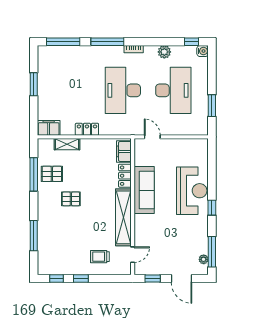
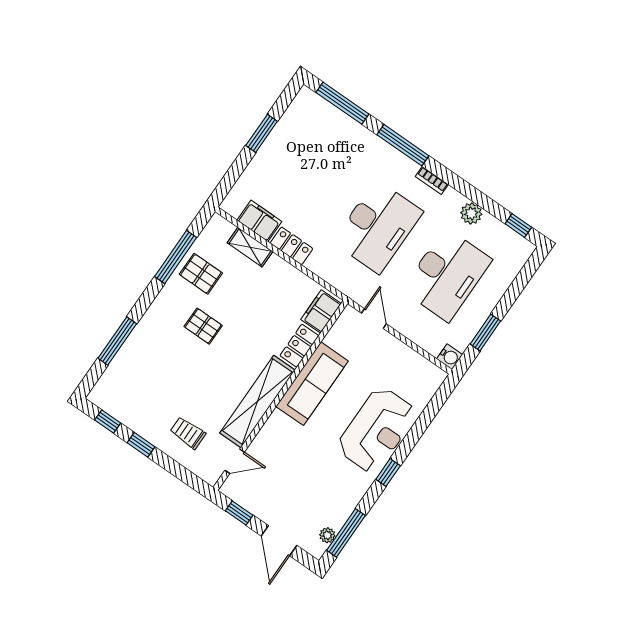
water cooler: (203, 51) -> (450, 357), moved
desk: (123, 90) -> (378, 227), turned 180
filing cabinet: (49, 128) -> (259, 221), moved

